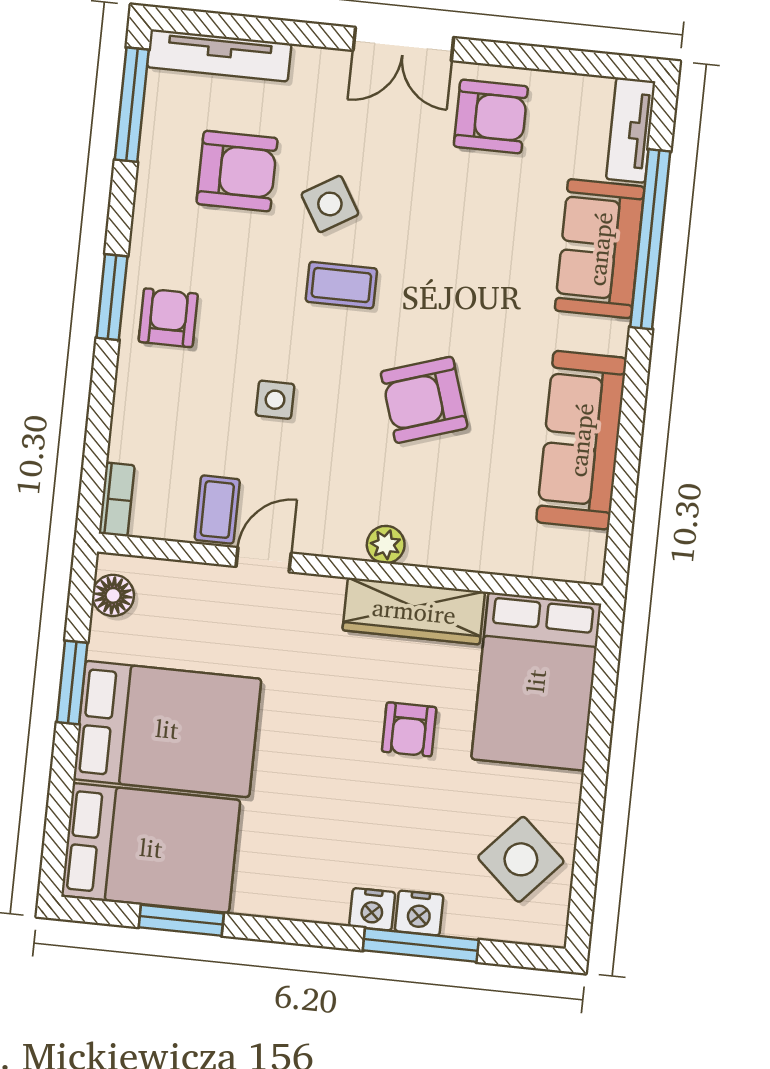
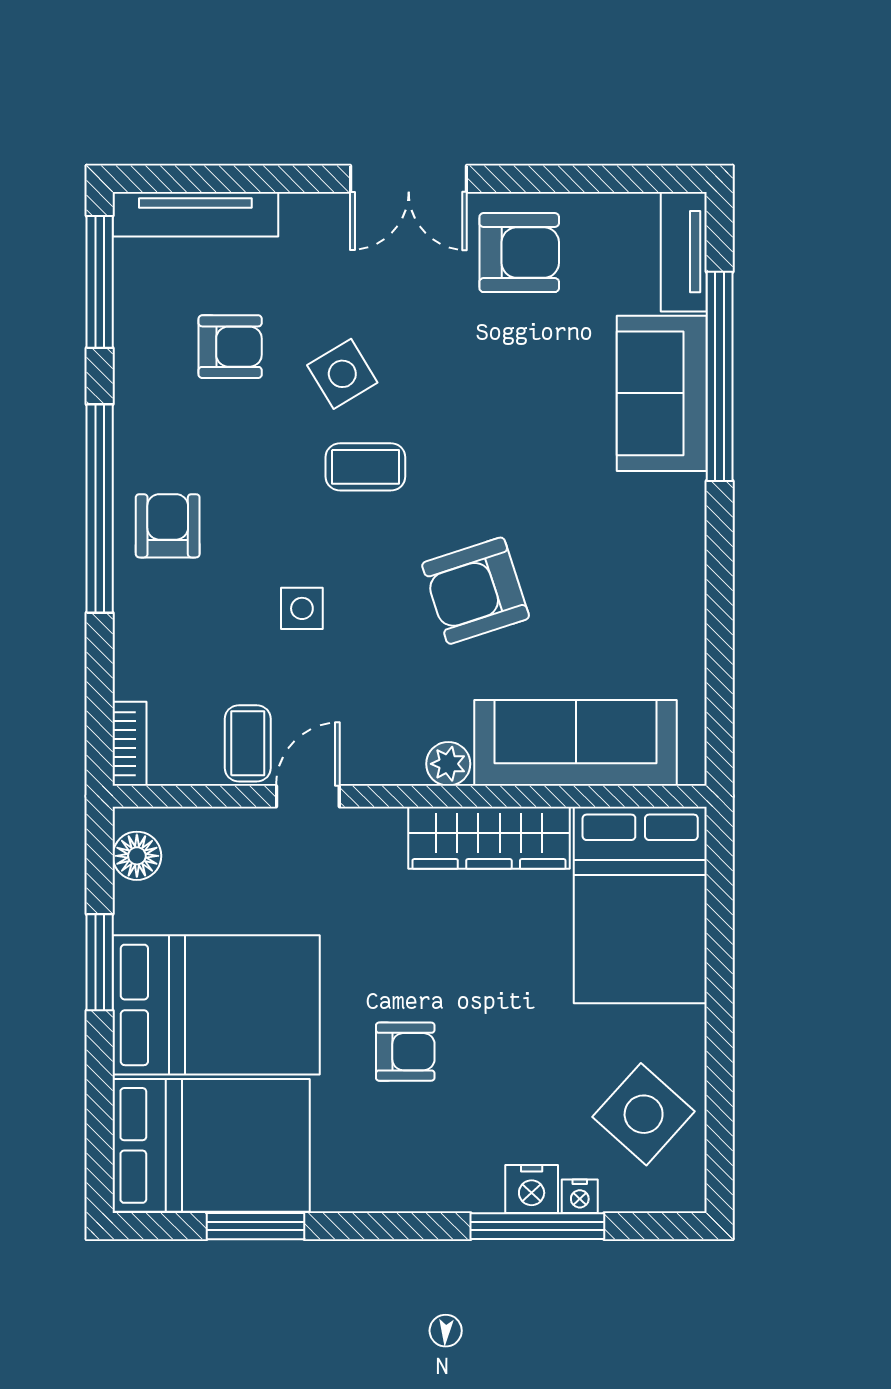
armchair: (237, 171) -> (230, 347), width x0.72, depth x0.72
window: (112, 297) -> (100, 509), width x2.11
sofa: (581, 440) -> (576, 743), moved, turned 90
armchair: (409, 729) -> (405, 1052), moved, turned -90
nightstand: (372, 909) -> (580, 1196), moved, width x0.72, depth x0.74

